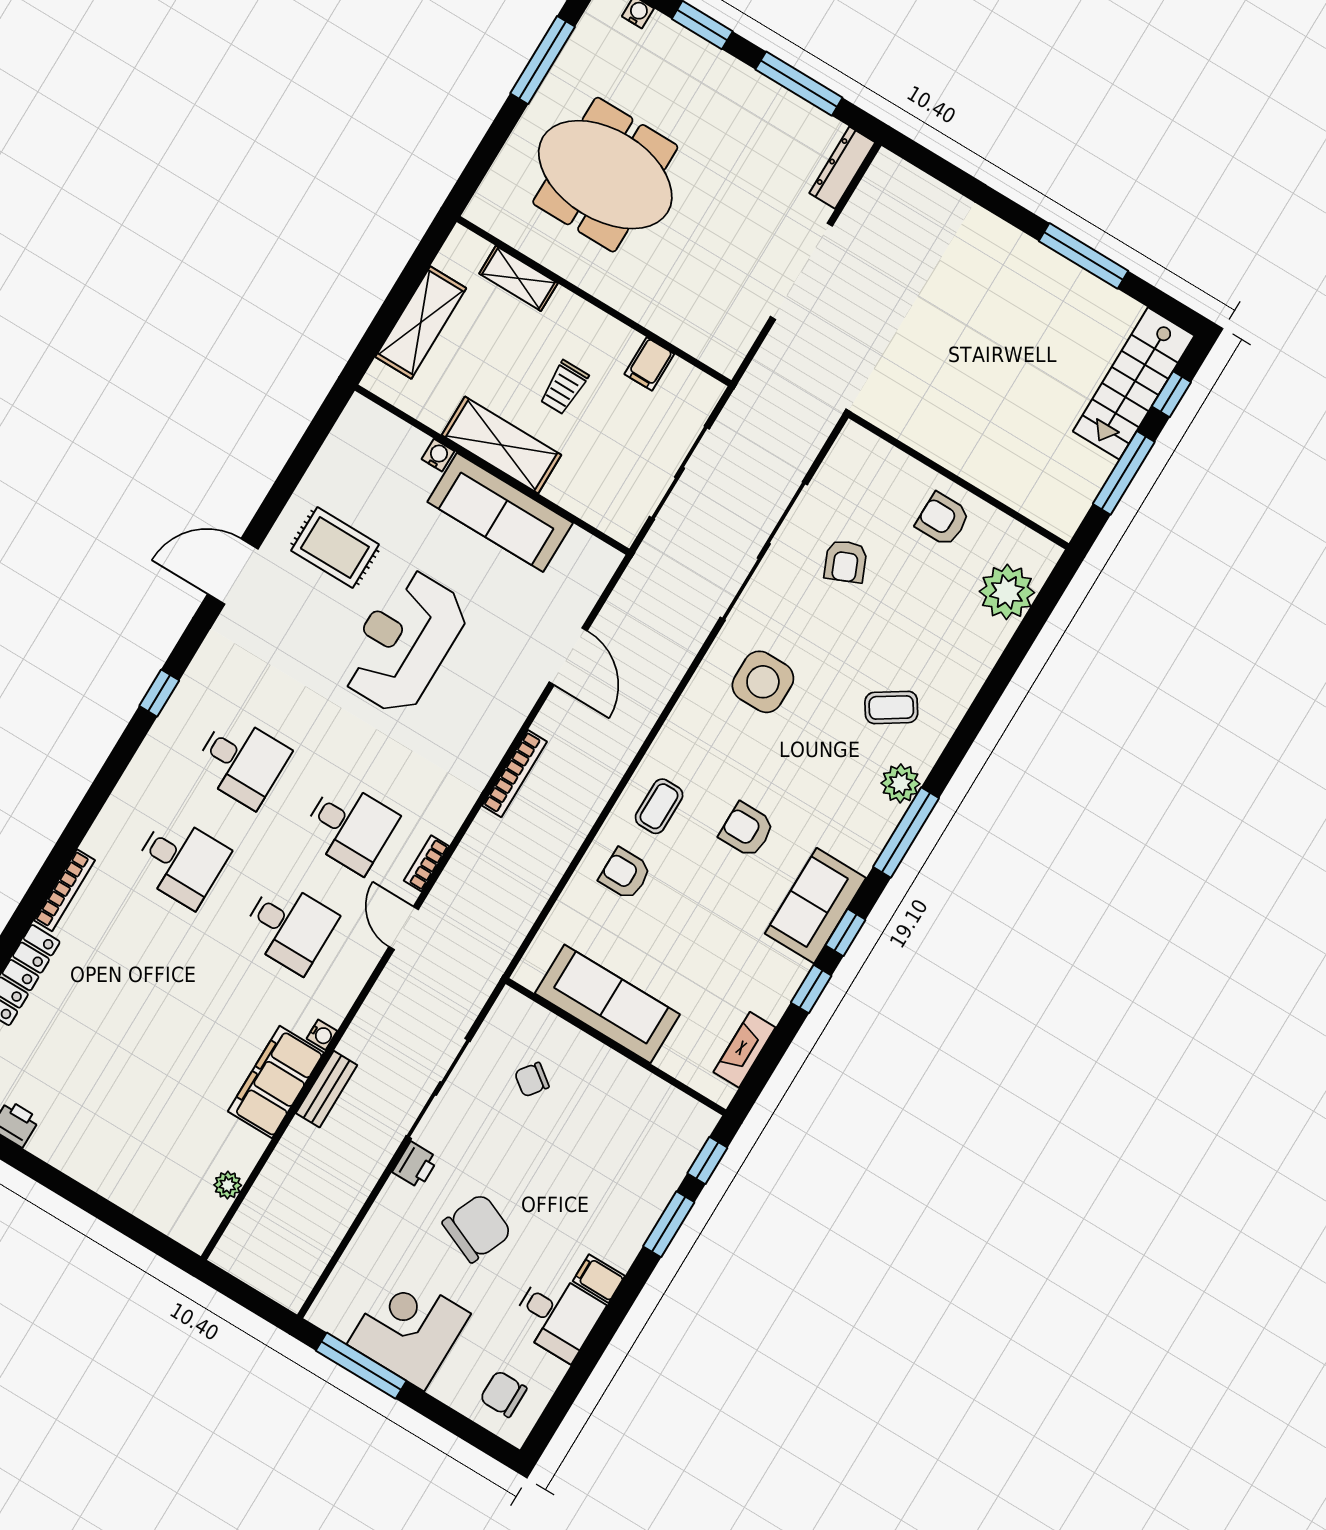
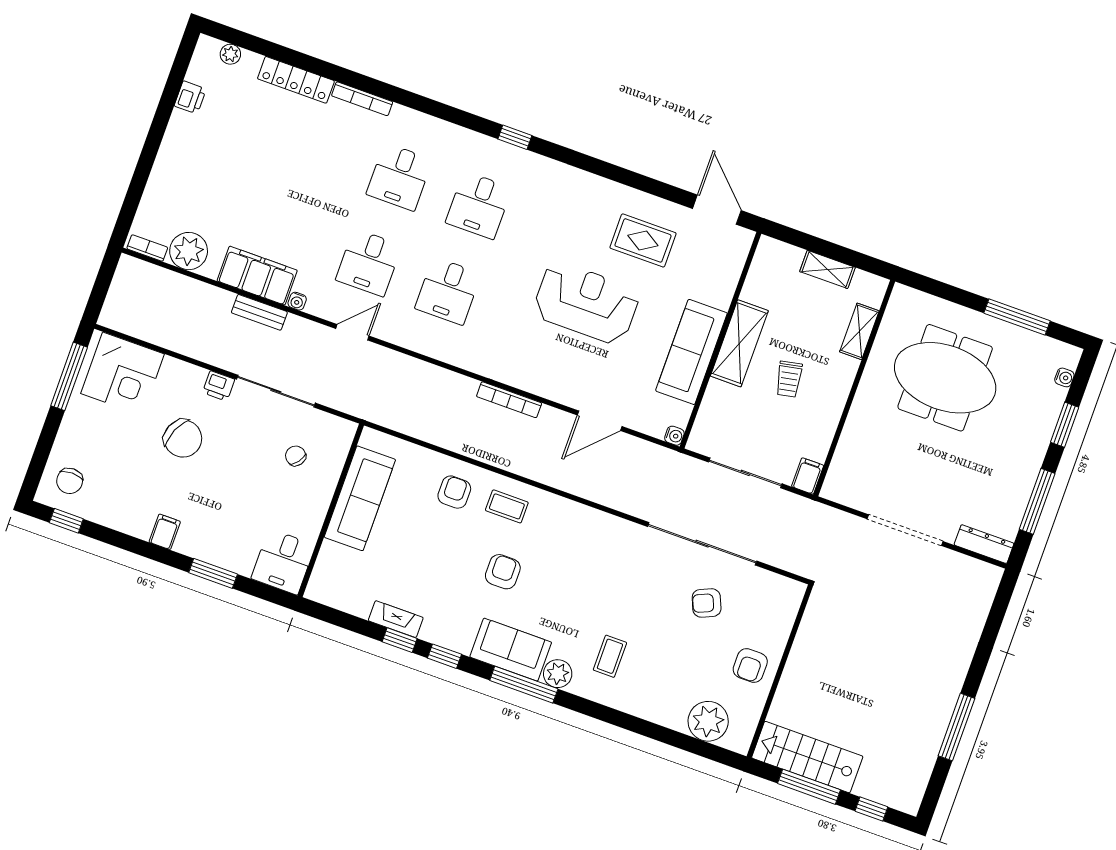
meeting table: (605, 175) -> (945, 378), turned 90
shelving: (421, 322) -> (827, 269), width x0.67, depth x0.75
filing cabinet: (649, 364) -> (808, 476), moved, turned 90
stairs: (1134, 383) -> (807, 757), moved
trolley: (564, 387) -> (789, 379), turned -101
water cooler: (438, 455) -> (674, 436), moved
armchair: (943, 519) -> (750, 666), turned 180
rug: (335, 548) -> (643, 240), turned 90
door: (233, 571) -> (717, 210), moved
side table: (763, 682) -> (610, 562), removed
coffee table: (891, 707) -> (610, 656), turned 33
bookcase: (426, 863) -> (147, 248), moved
sofa: (815, 906) -> (511, 650), moved
door: (404, 928) -> (352, 332), moved
fireplace: (744, 1050) -> (396, 619), moved
window: (707, 1160) -> (66, 521), moved
plant: (228, 1185) -> (189, 251), width x1.88, depth x1.88
desk: (557, 1316) -> (283, 562), moved
corner desk: (409, 1329) -> (122, 374), moved, turned 90
chair: (503, 1394) -> (70, 481), turned 180

